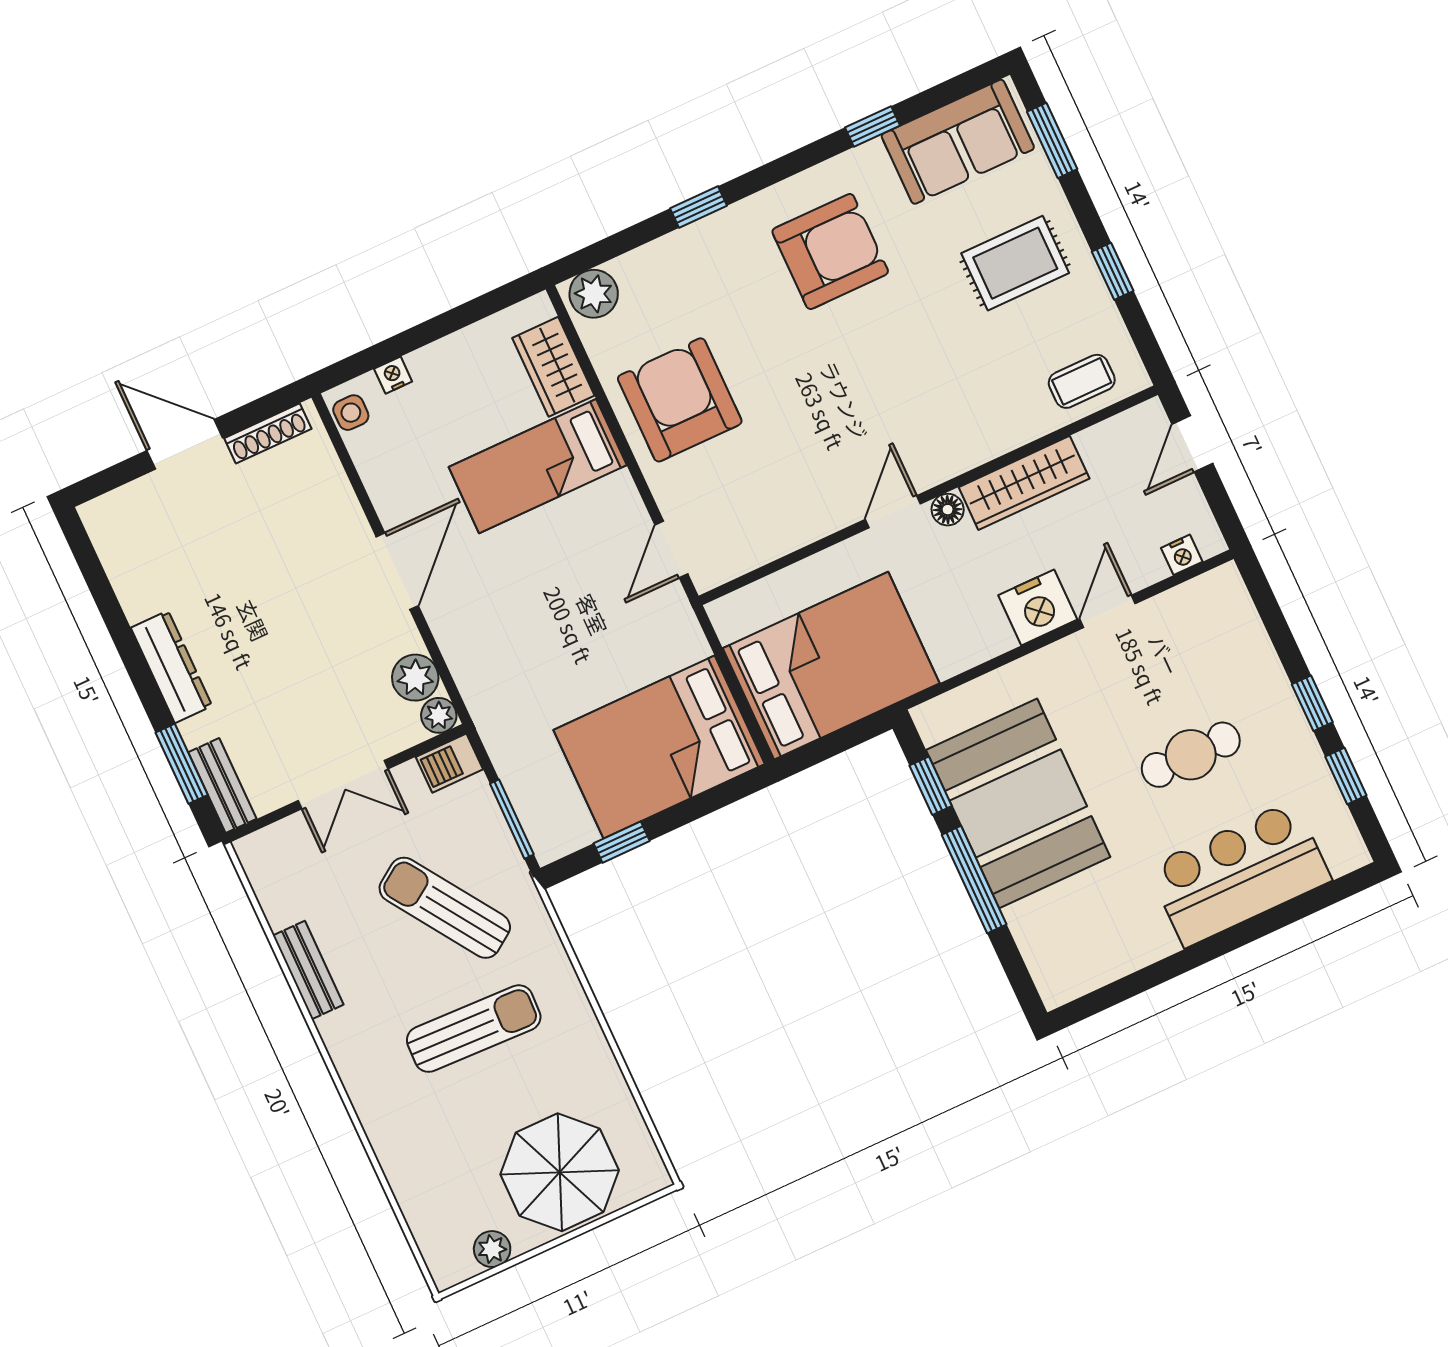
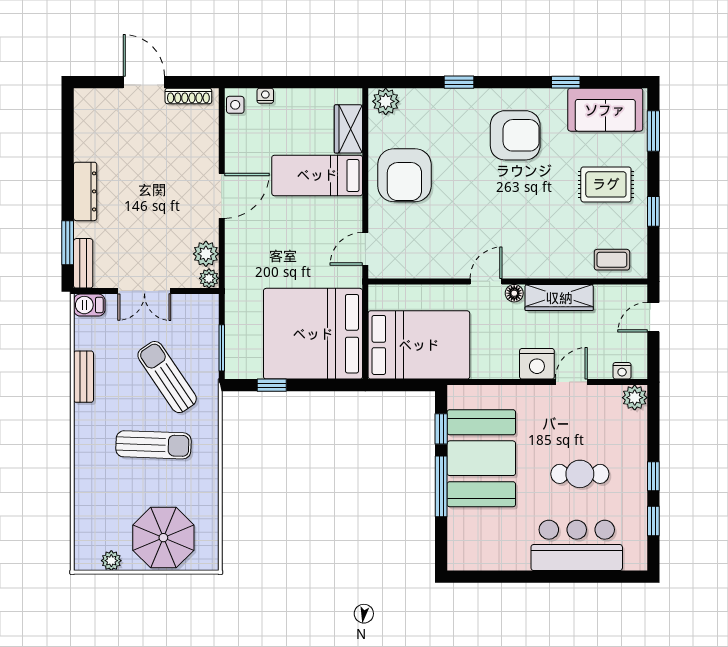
armchair: (680, 400) -> (404, 175), turned 180
plant: (1223, 589) -> (635, 398), added
bed: (659, 747) -> (313, 334), width x1.36
barbecue: (449, 763) -> (89, 305), moved

